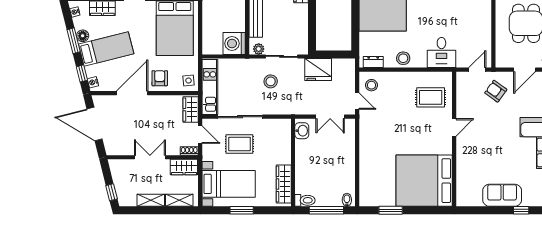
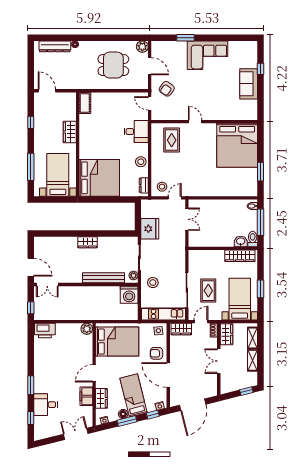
stool: (271, 81) -> (153, 283), moved
washbasin: (302, 131) -> (241, 241), moved

